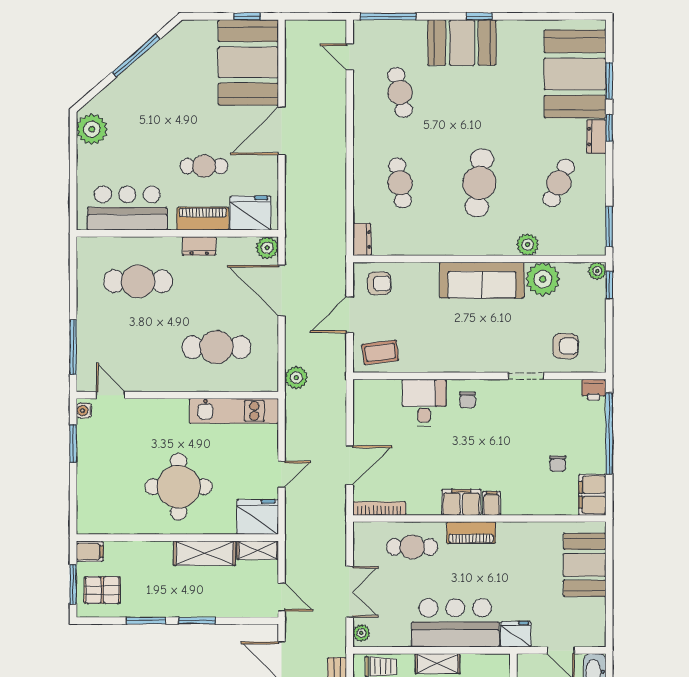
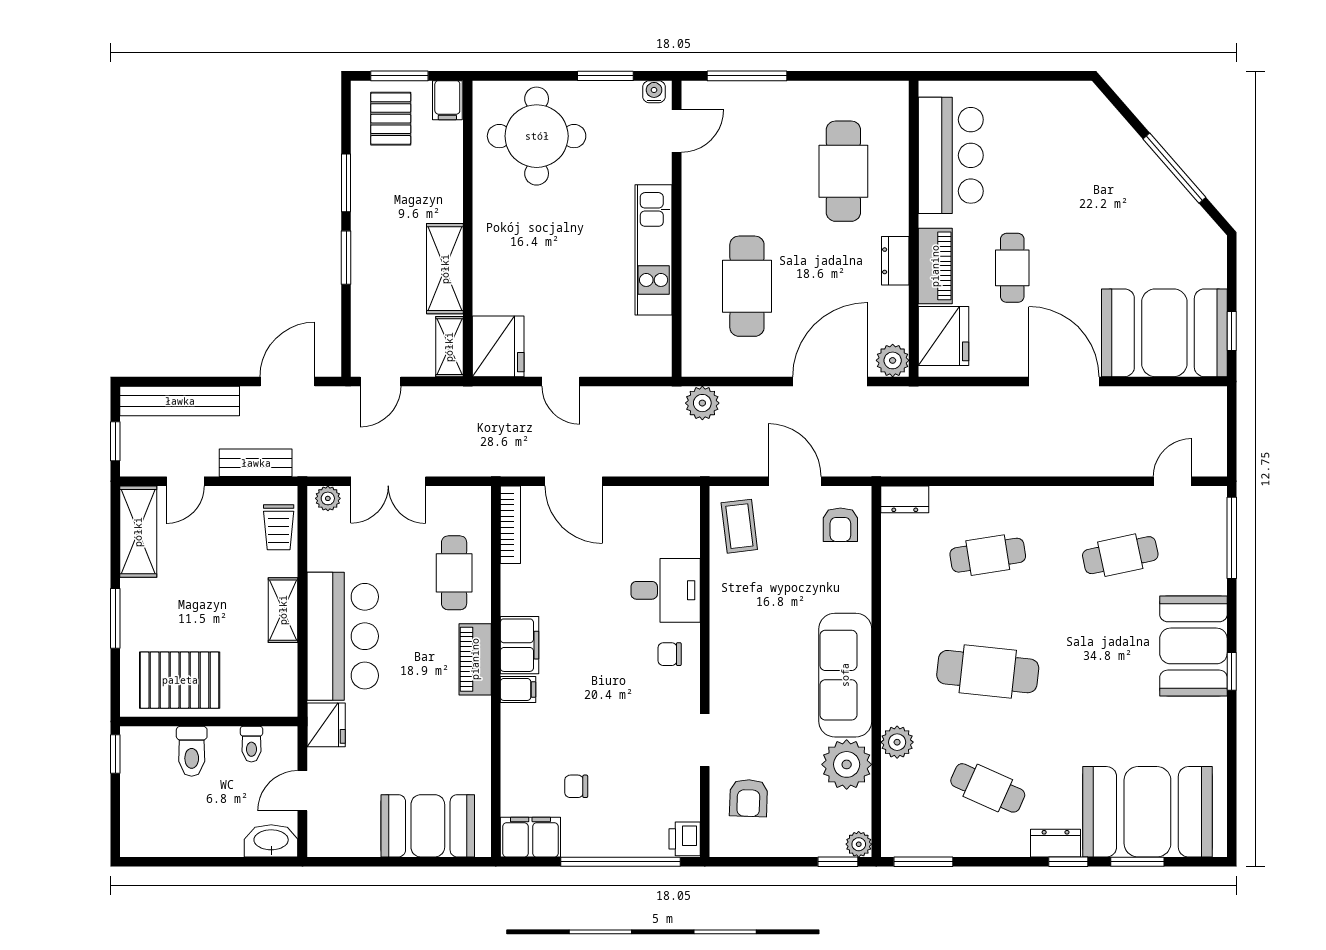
plant: (92, 129) -> (1066, 103), removed
kitchen unit: (234, 411) -> (654, 250), moved
round table: (179, 487) -> (537, 136), moved

